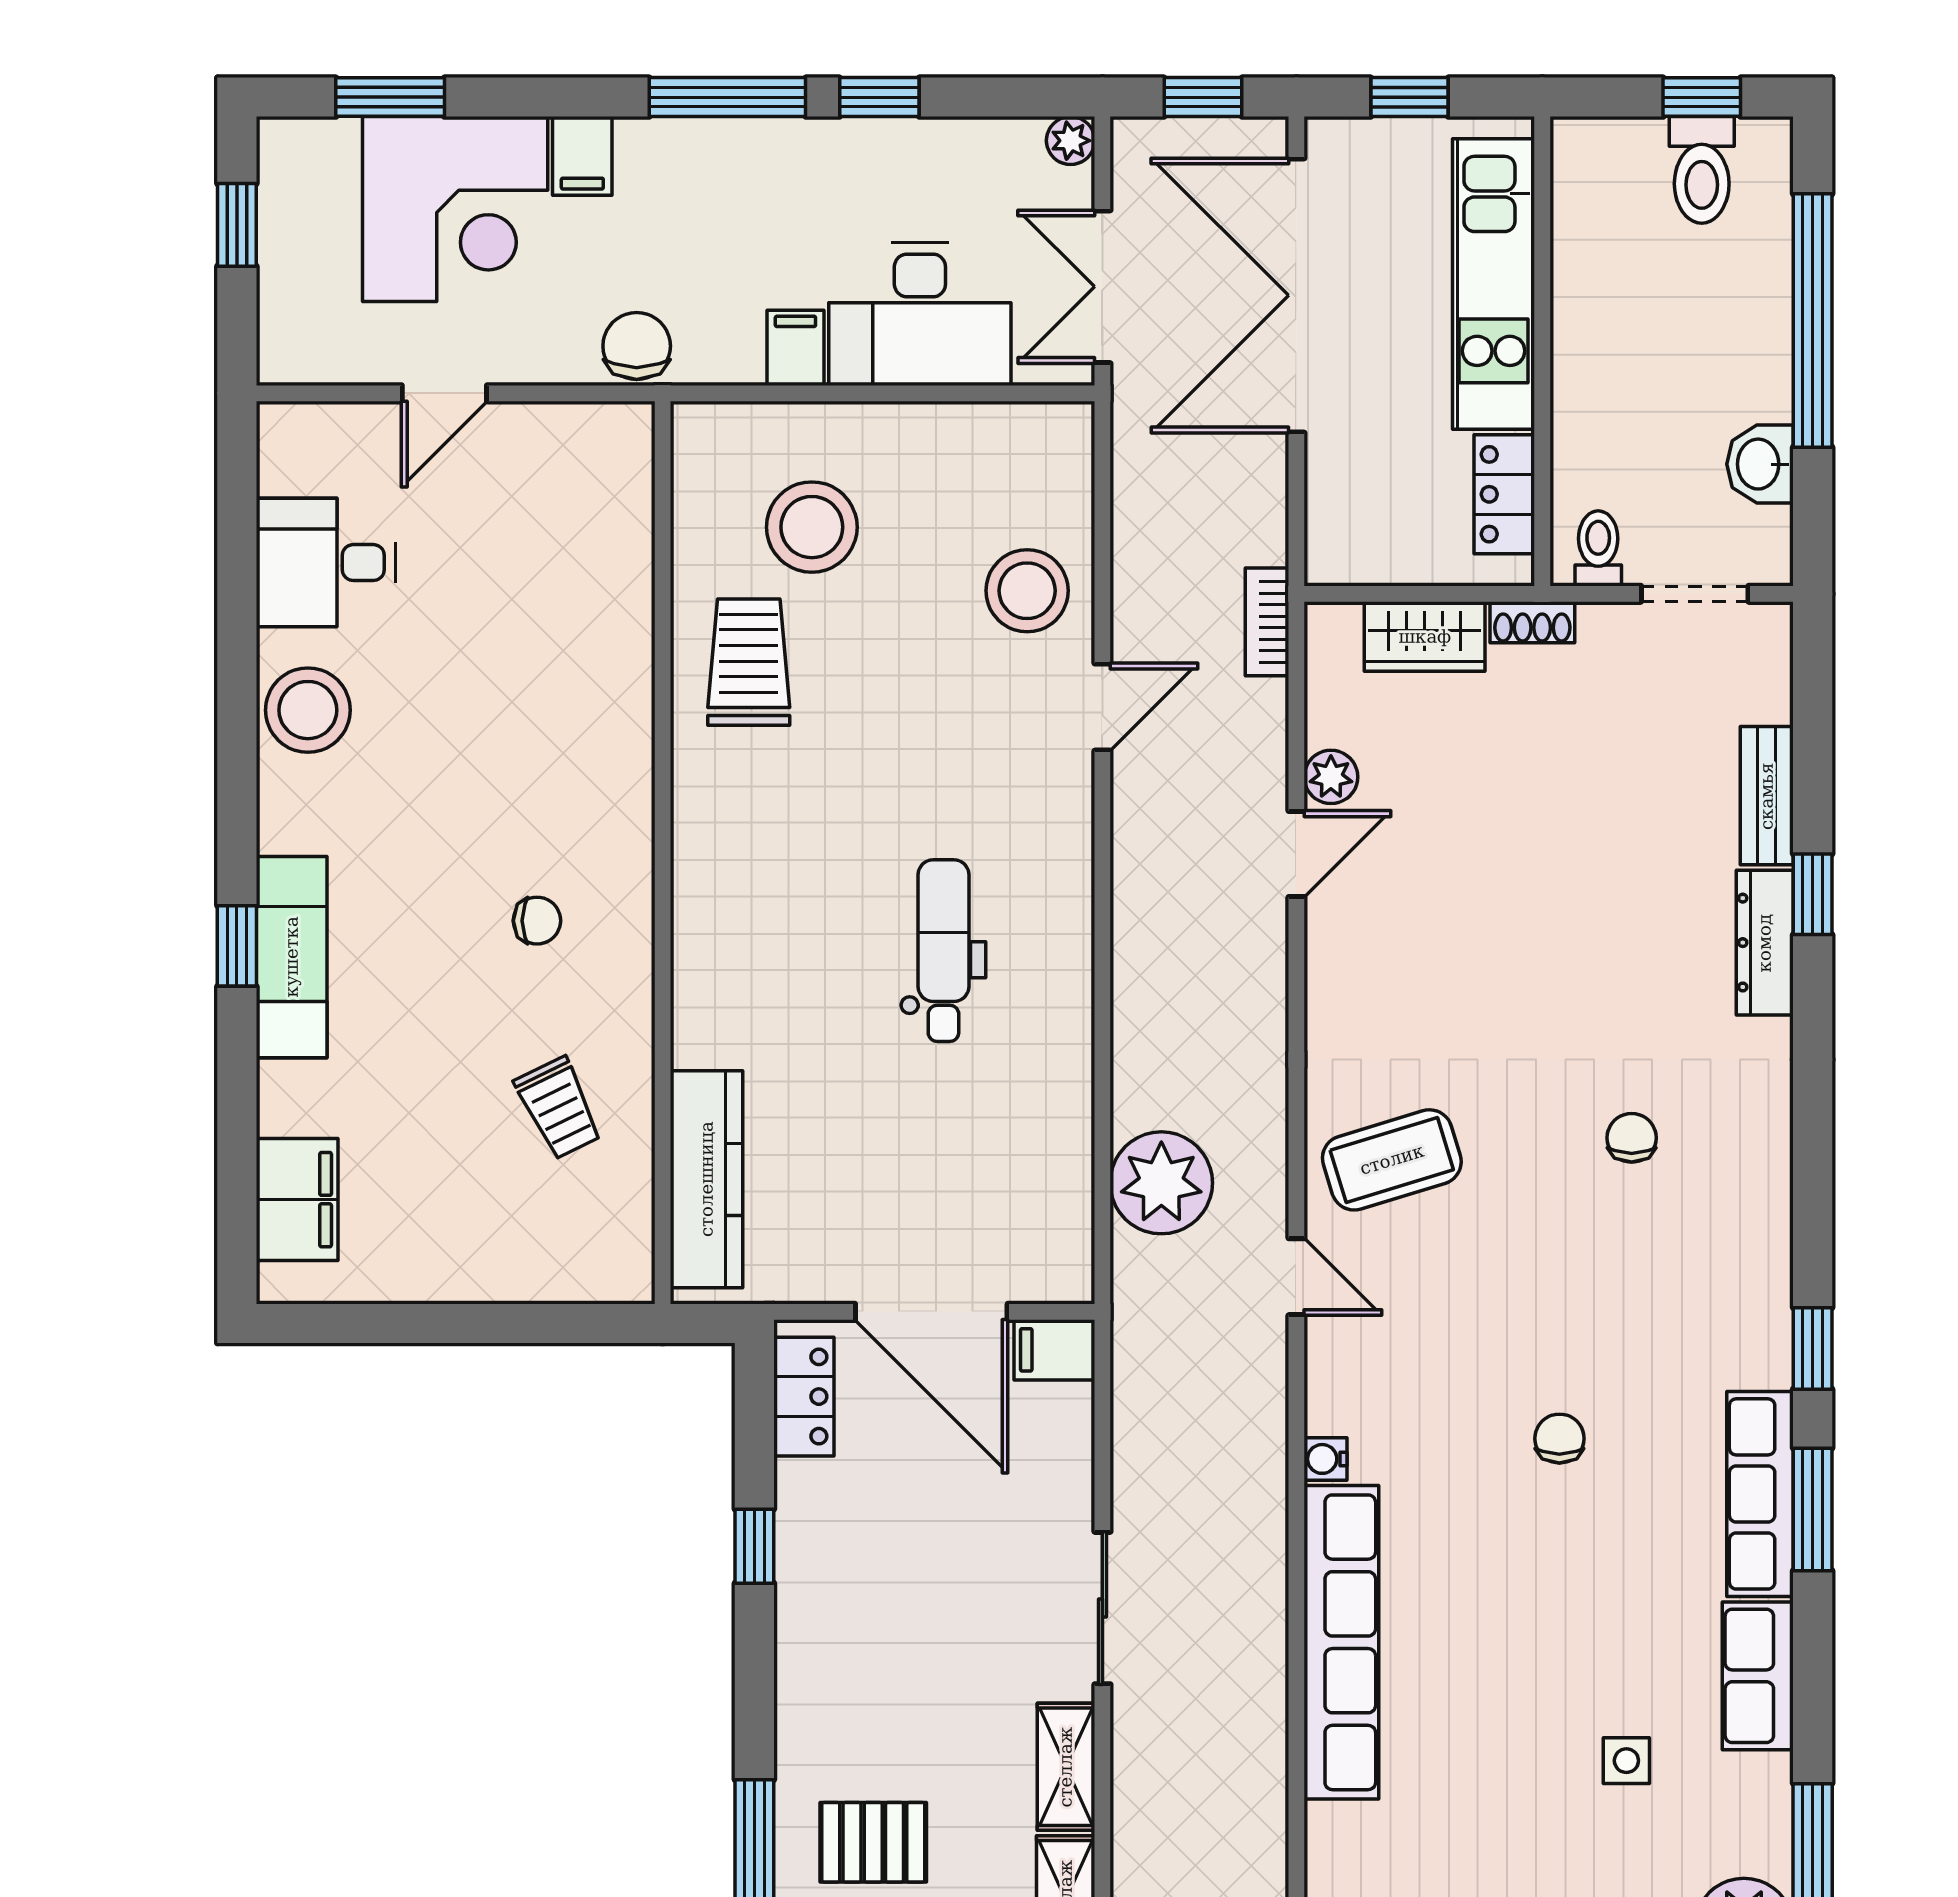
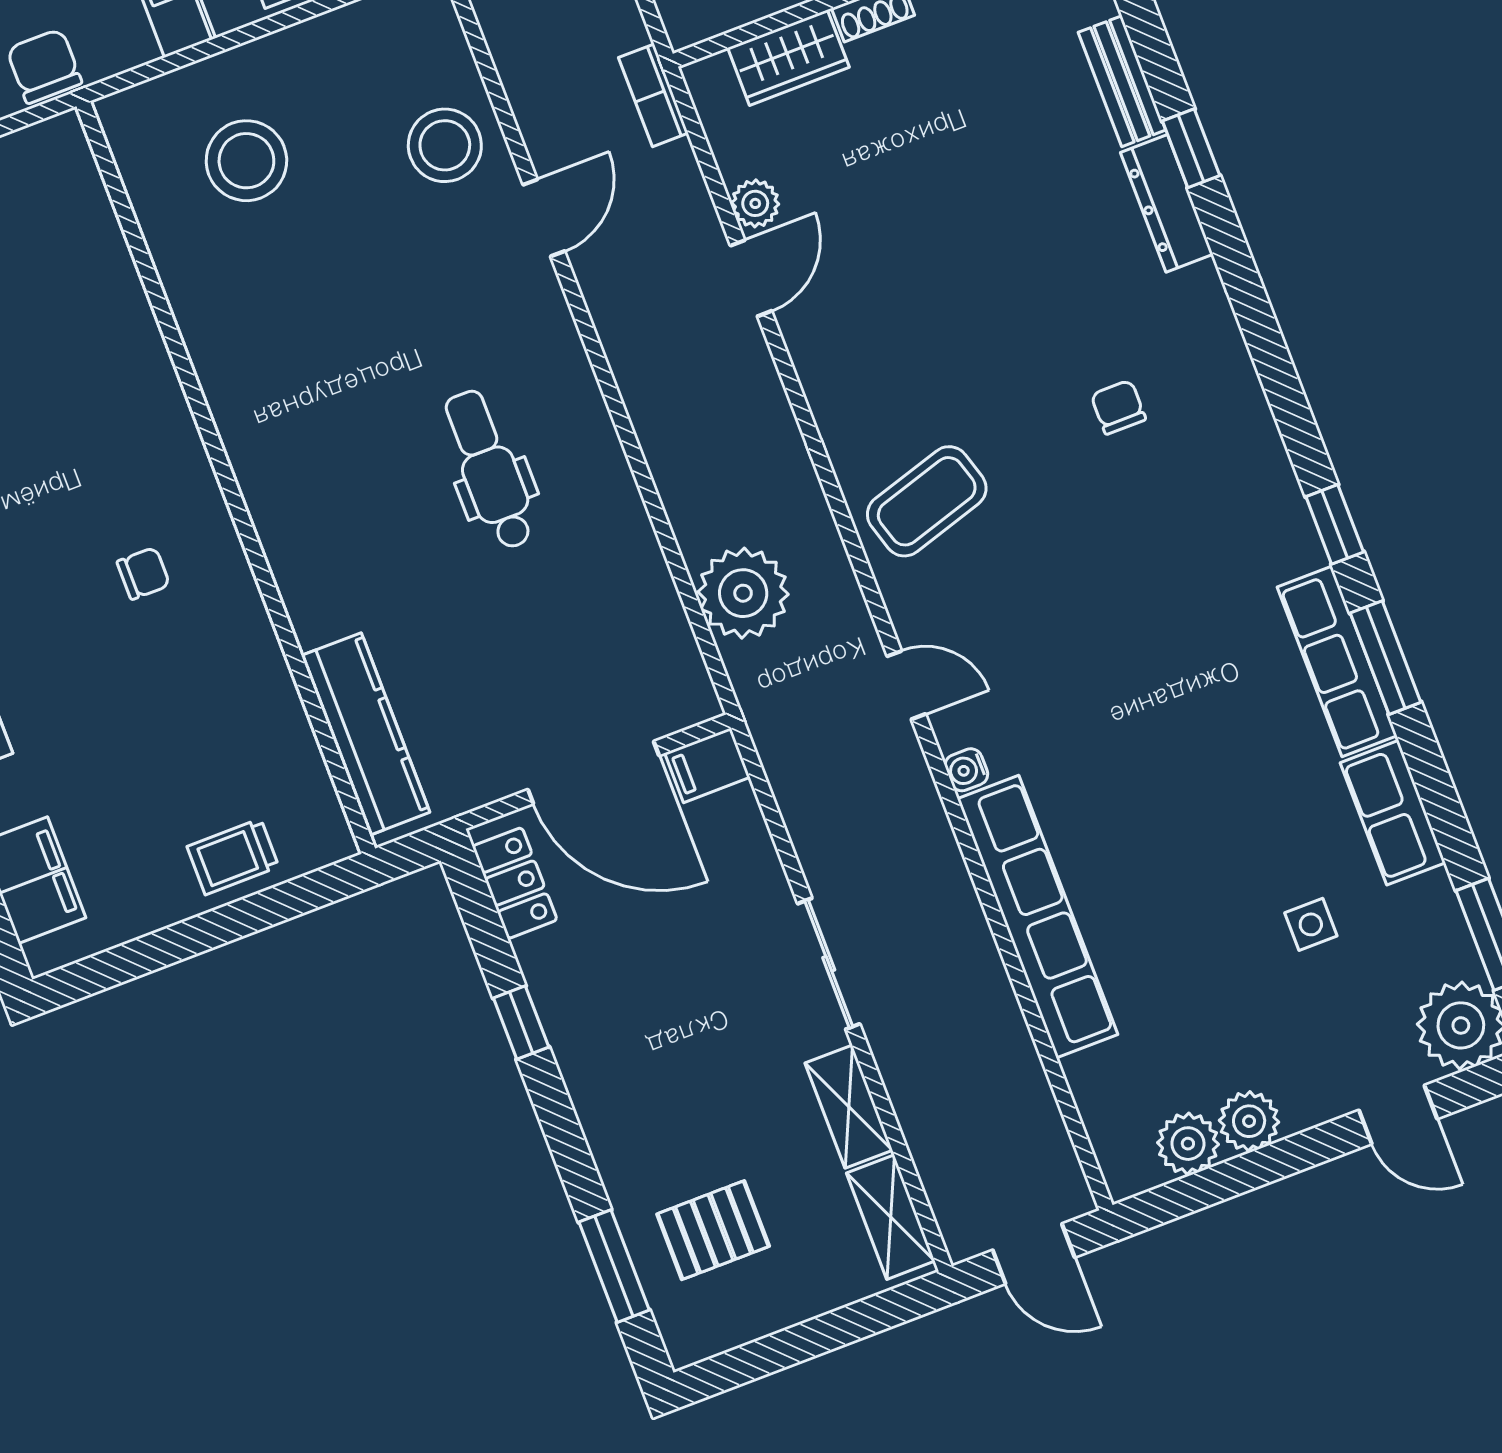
trolley: (749, 662) -> (237, 292), removed
trolley: (559, 1108) -> (233, 857), moved, turned 116
door: (1296, 1277) -> (906, 685), moved
chair: (1559, 1439) -> (1154, 679), removed

